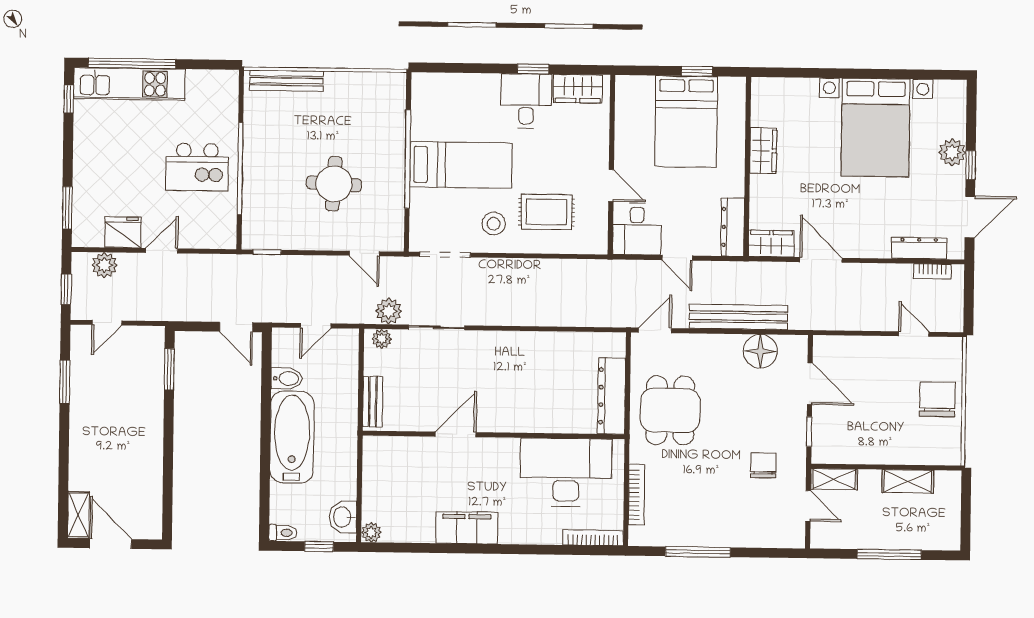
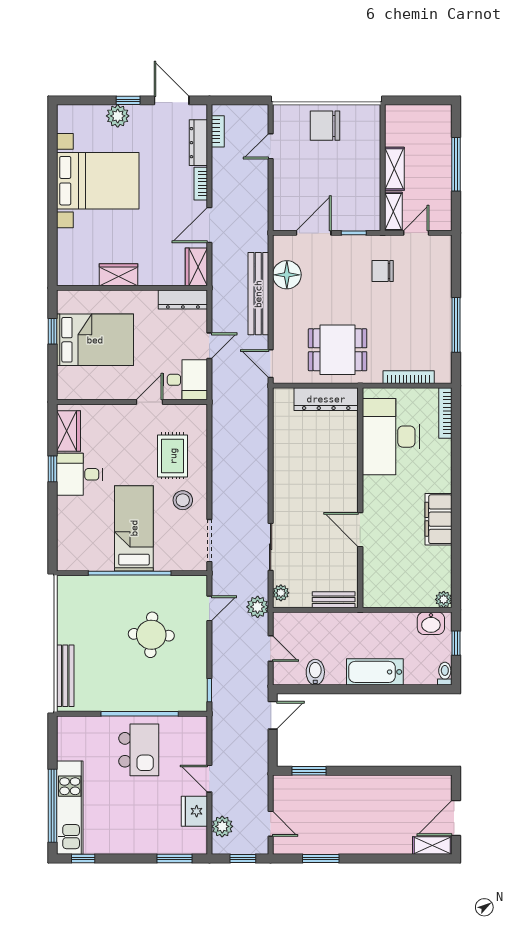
bookcase: (870, 250) -> (201, 184), added
plant: (389, 311) -> (258, 607), moved
bathtub: (292, 437) -> (375, 672), width x0.73, depth x0.73
shelving: (908, 481) -> (394, 169), moved

